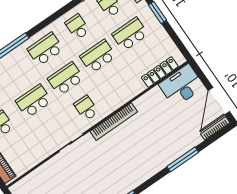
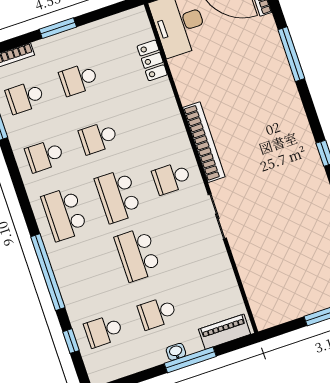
school desk: (130, 34) -> (79, 79), width x0.54
school desk: (98, 56) -> (98, 138), width x0.54
locker: (160, 72) -> (152, 60), width x0.66

